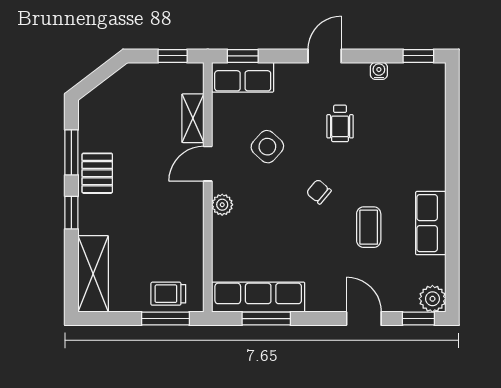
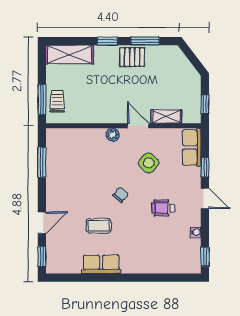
window: (243, 56) -> (205, 167), moved
row of seats: (258, 297) -> (55, 157), removed
plant: (432, 299) -> (54, 265), removed

